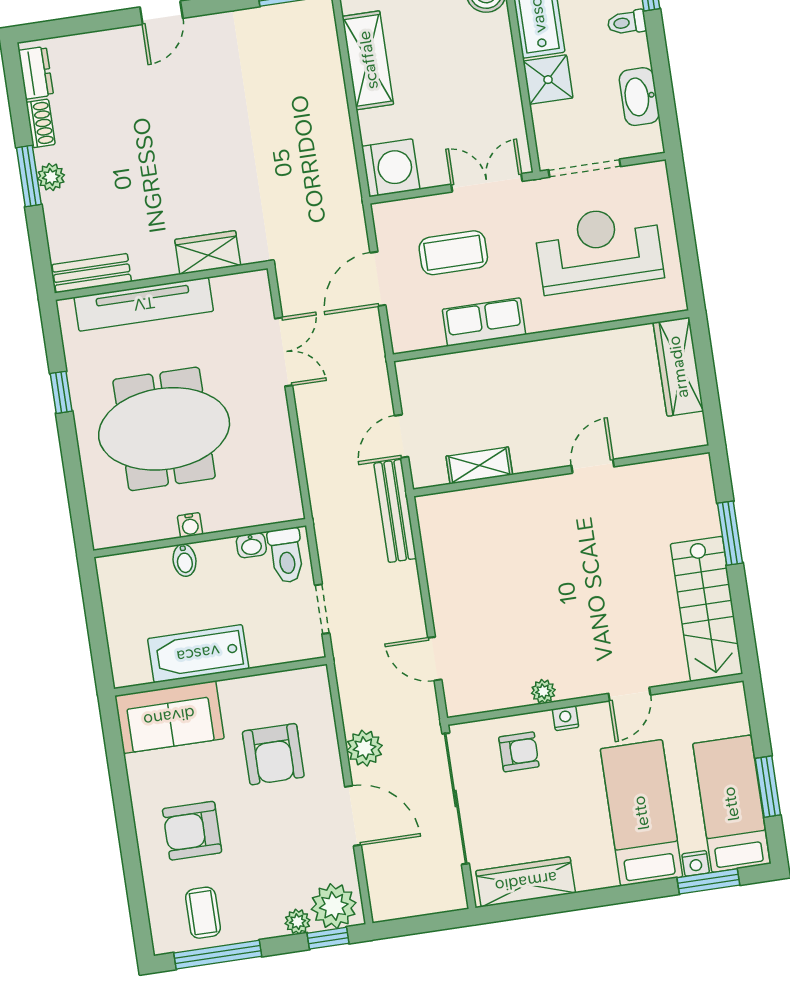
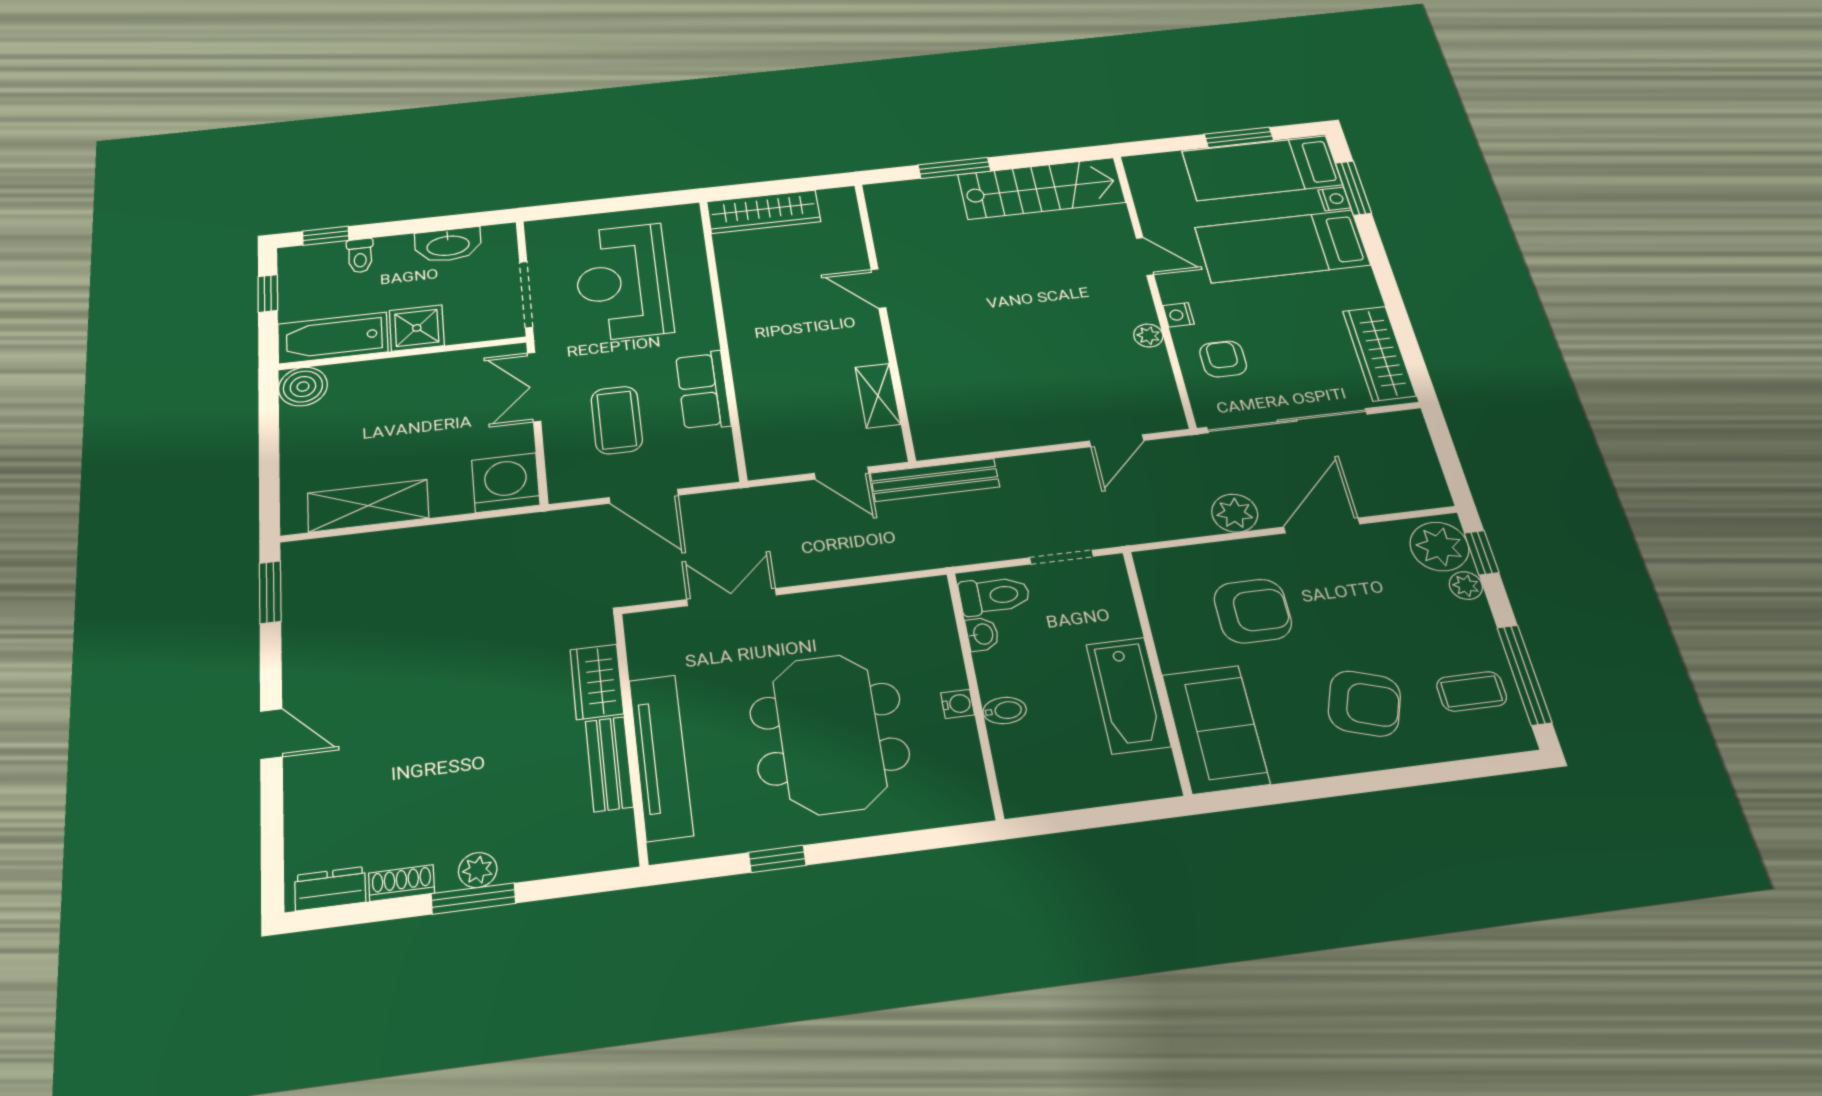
bench: (92, 273) -> (609, 764), moved
armchair: (192, 831) -> (1364, 703), turned -71

